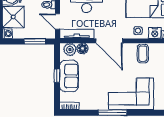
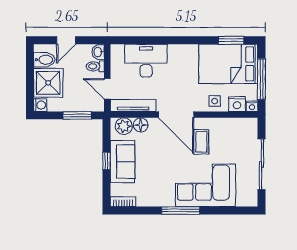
coffee table: (143, 54) -> (201, 142), moved

